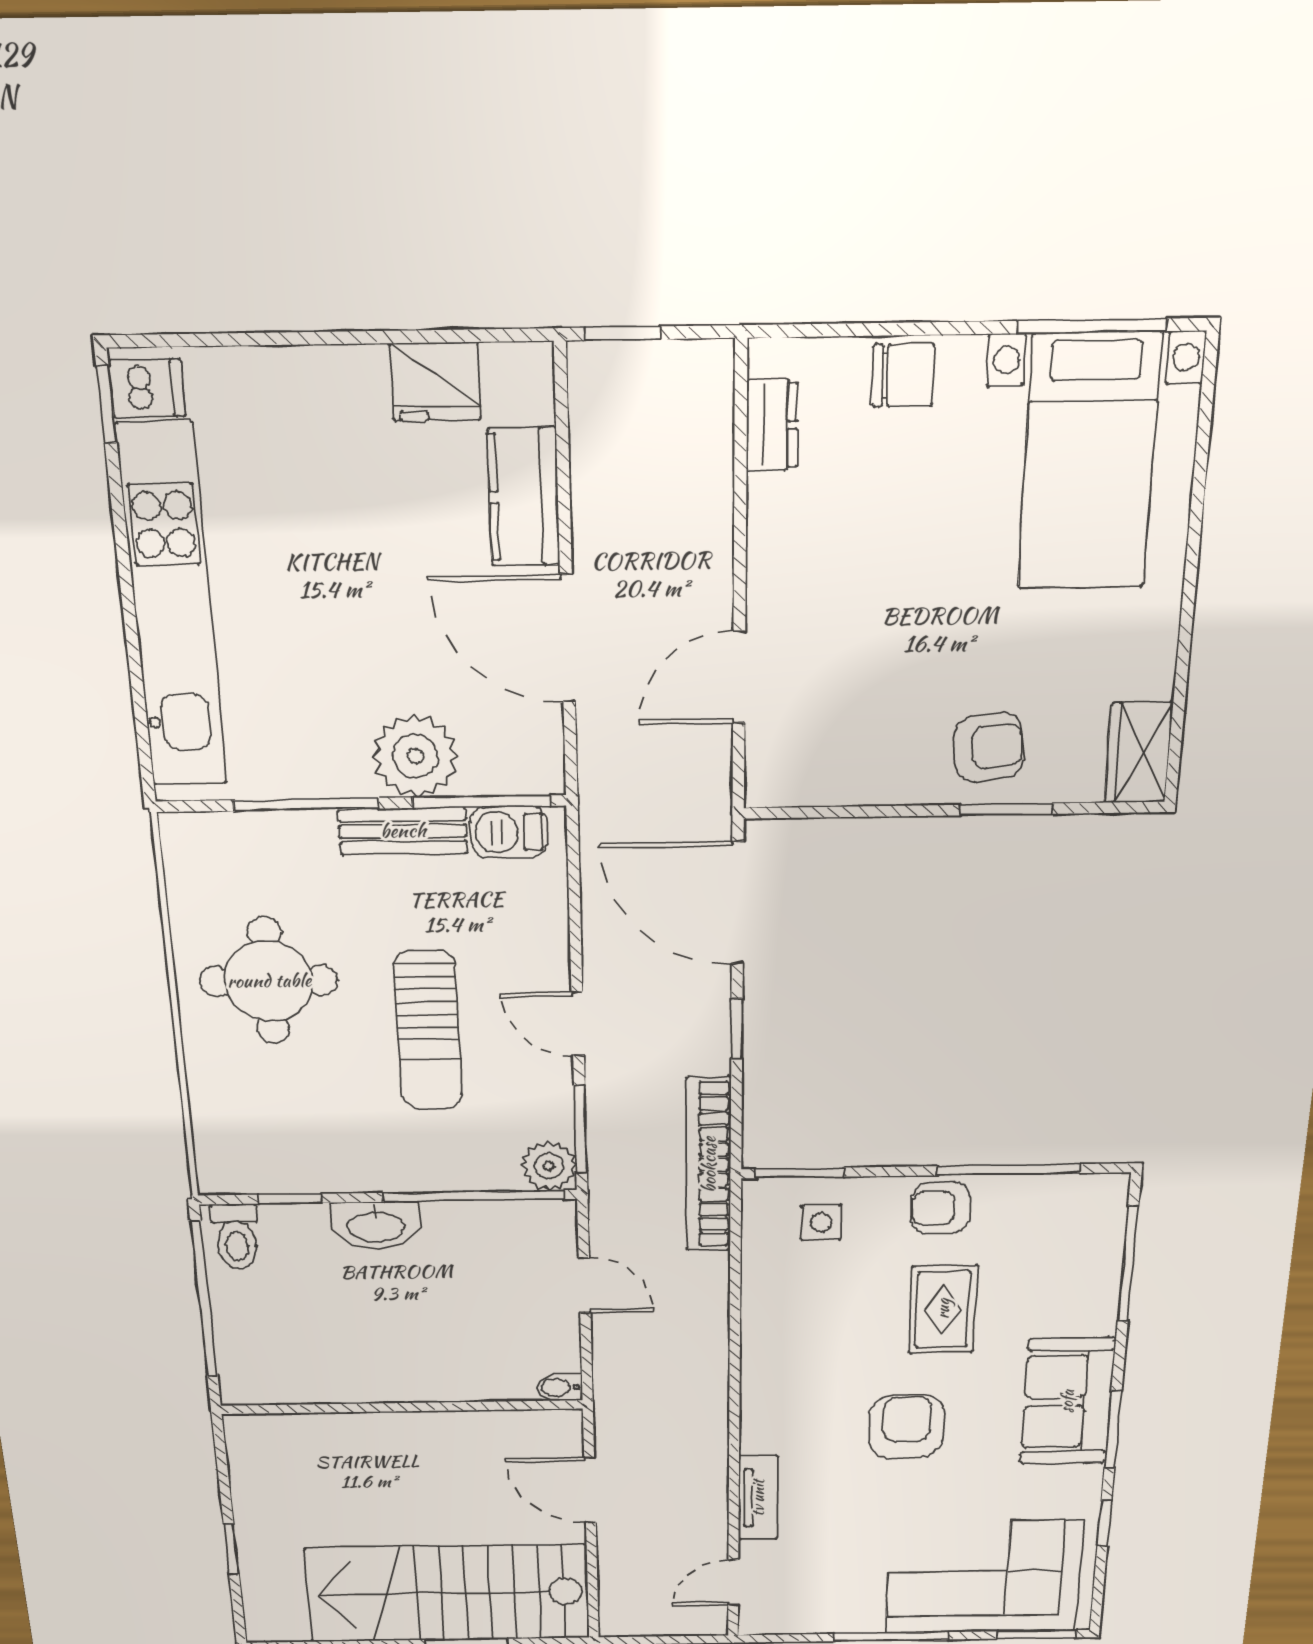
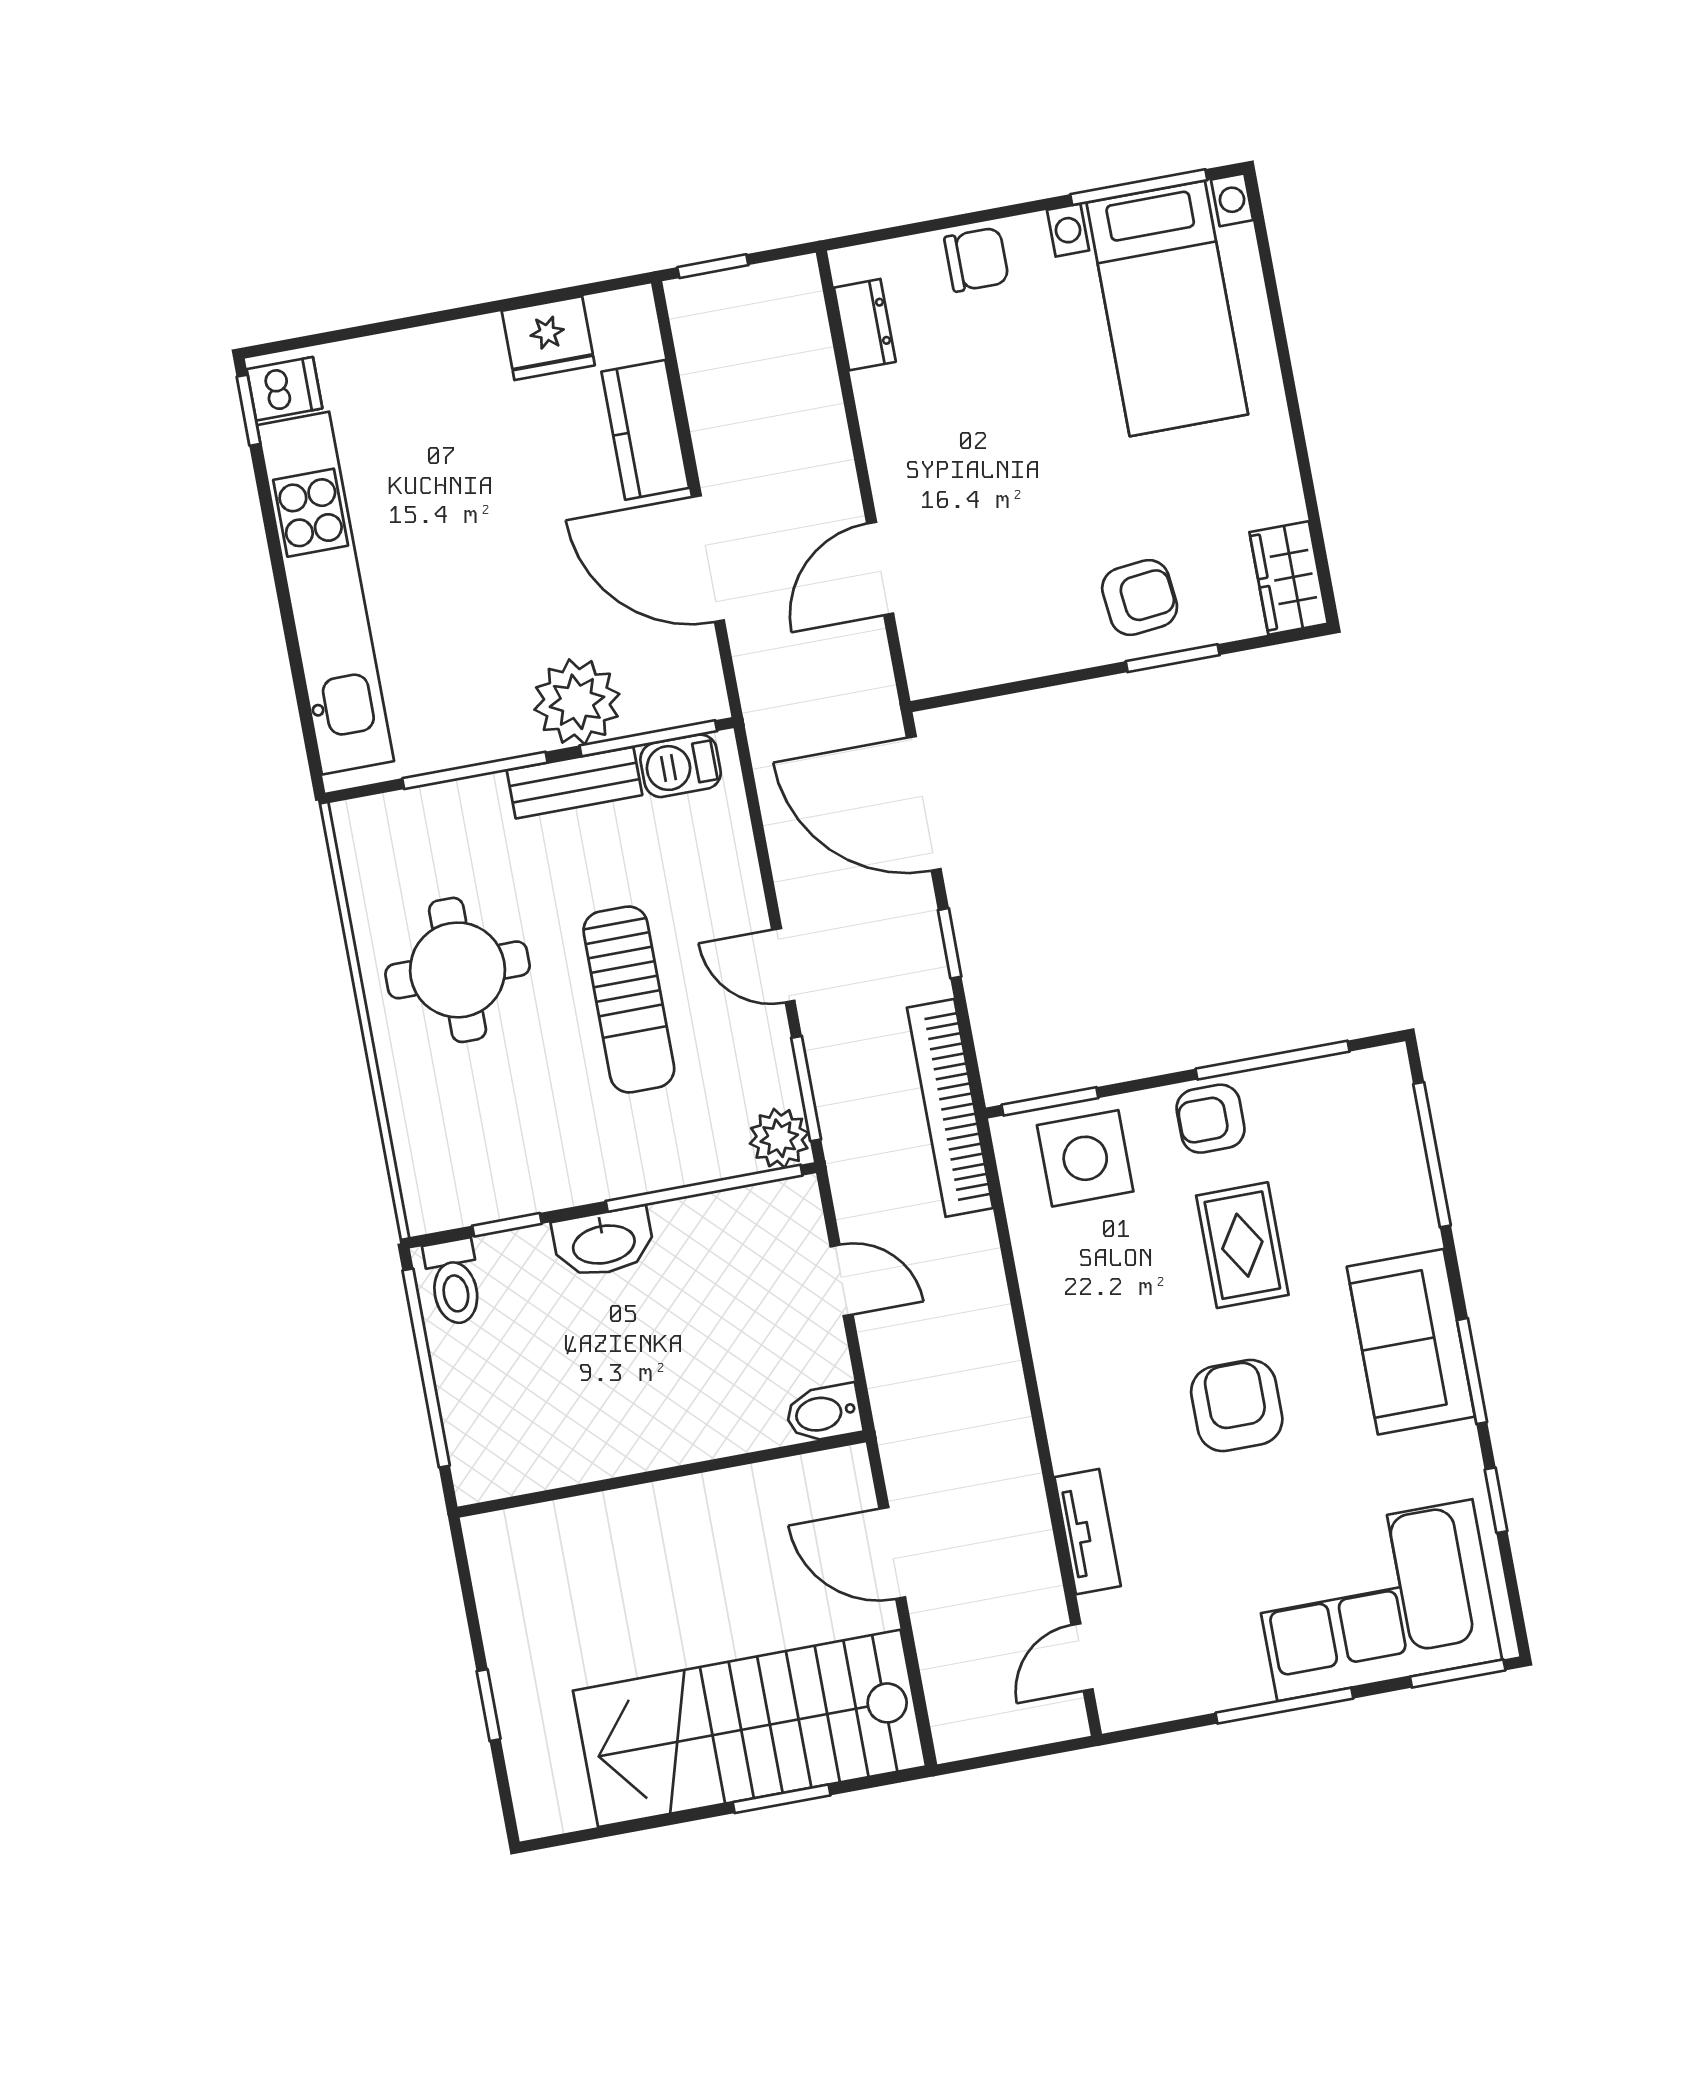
side table: (821, 1223) -> (1085, 1158), width x1.87, depth x1.87
bidet: (559, 1387) -> (824, 1413), width x1.38, depth x1.36

